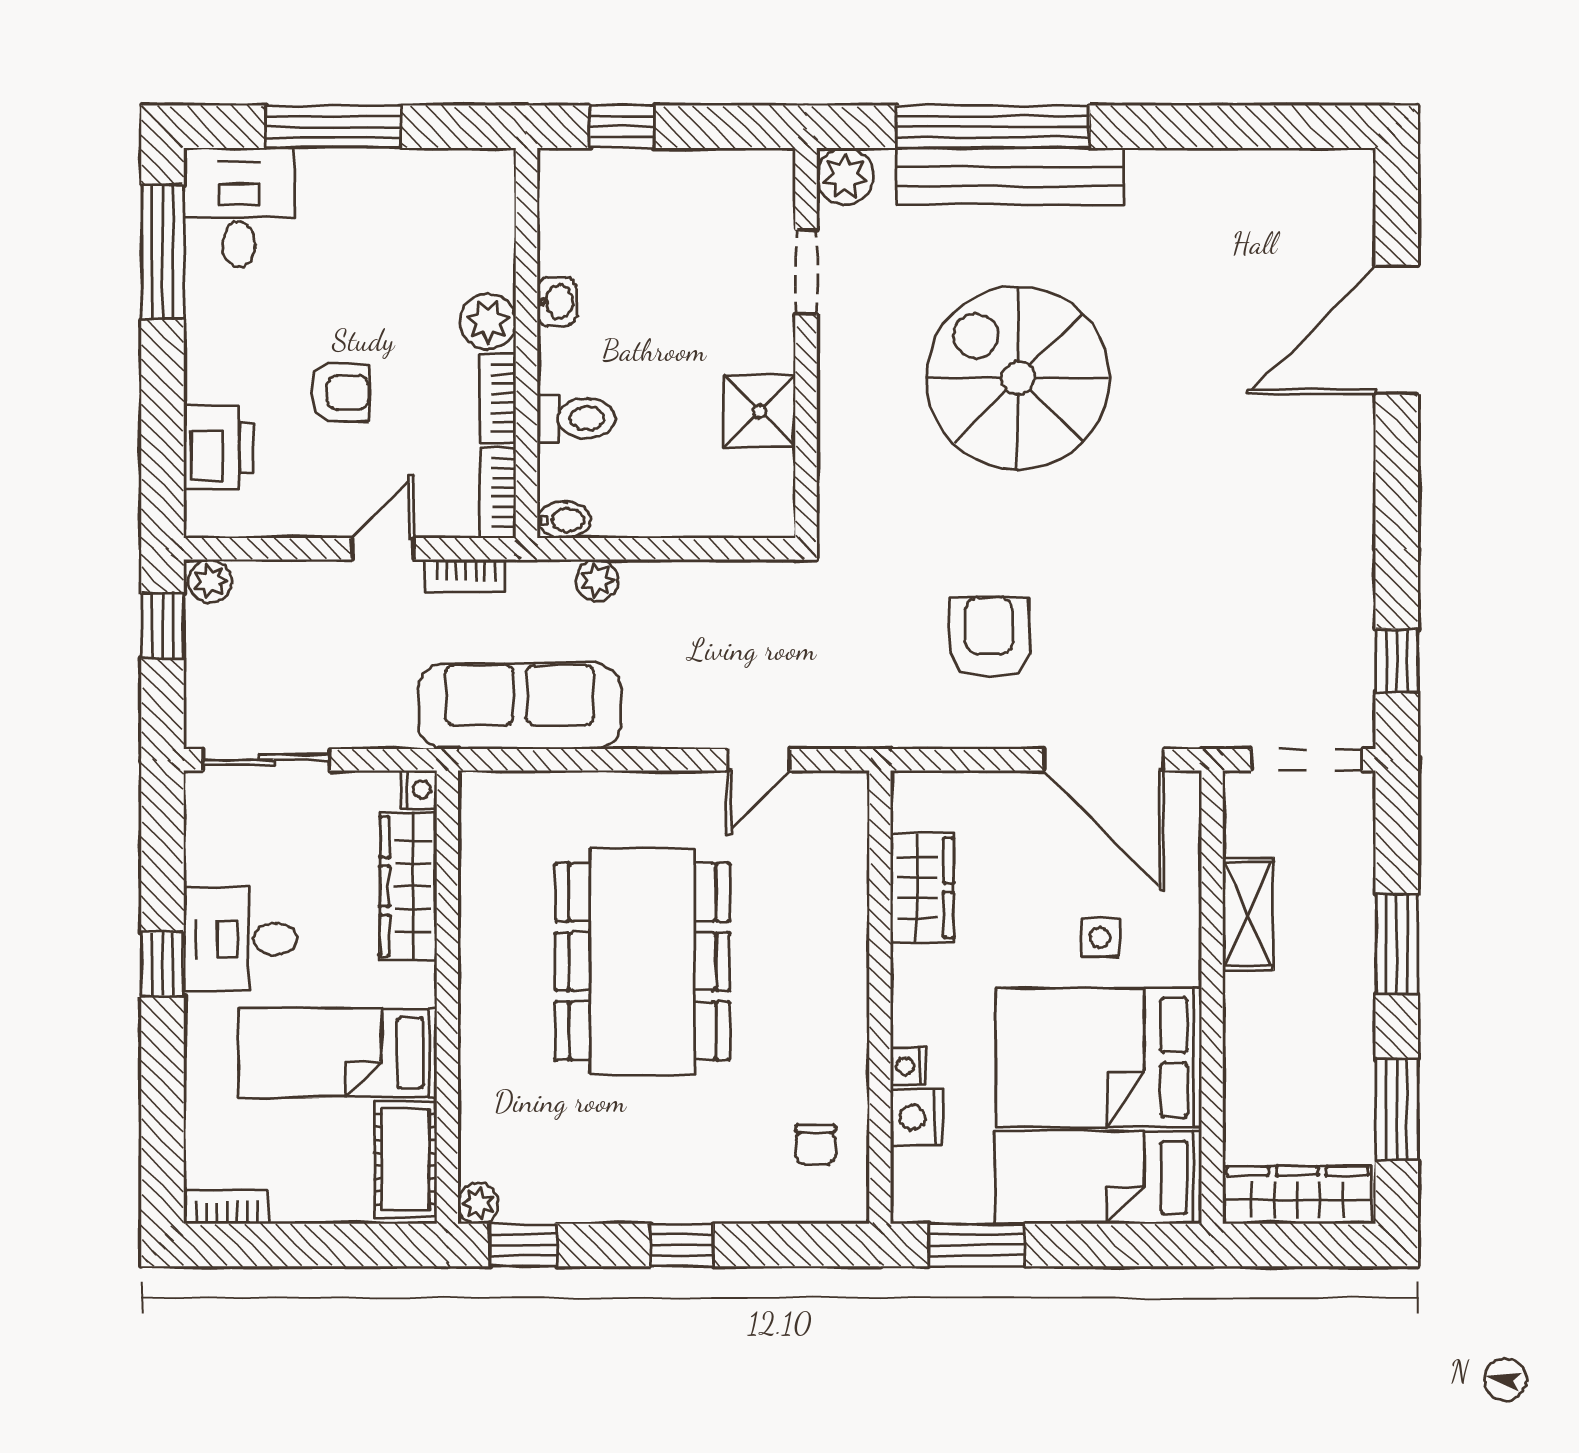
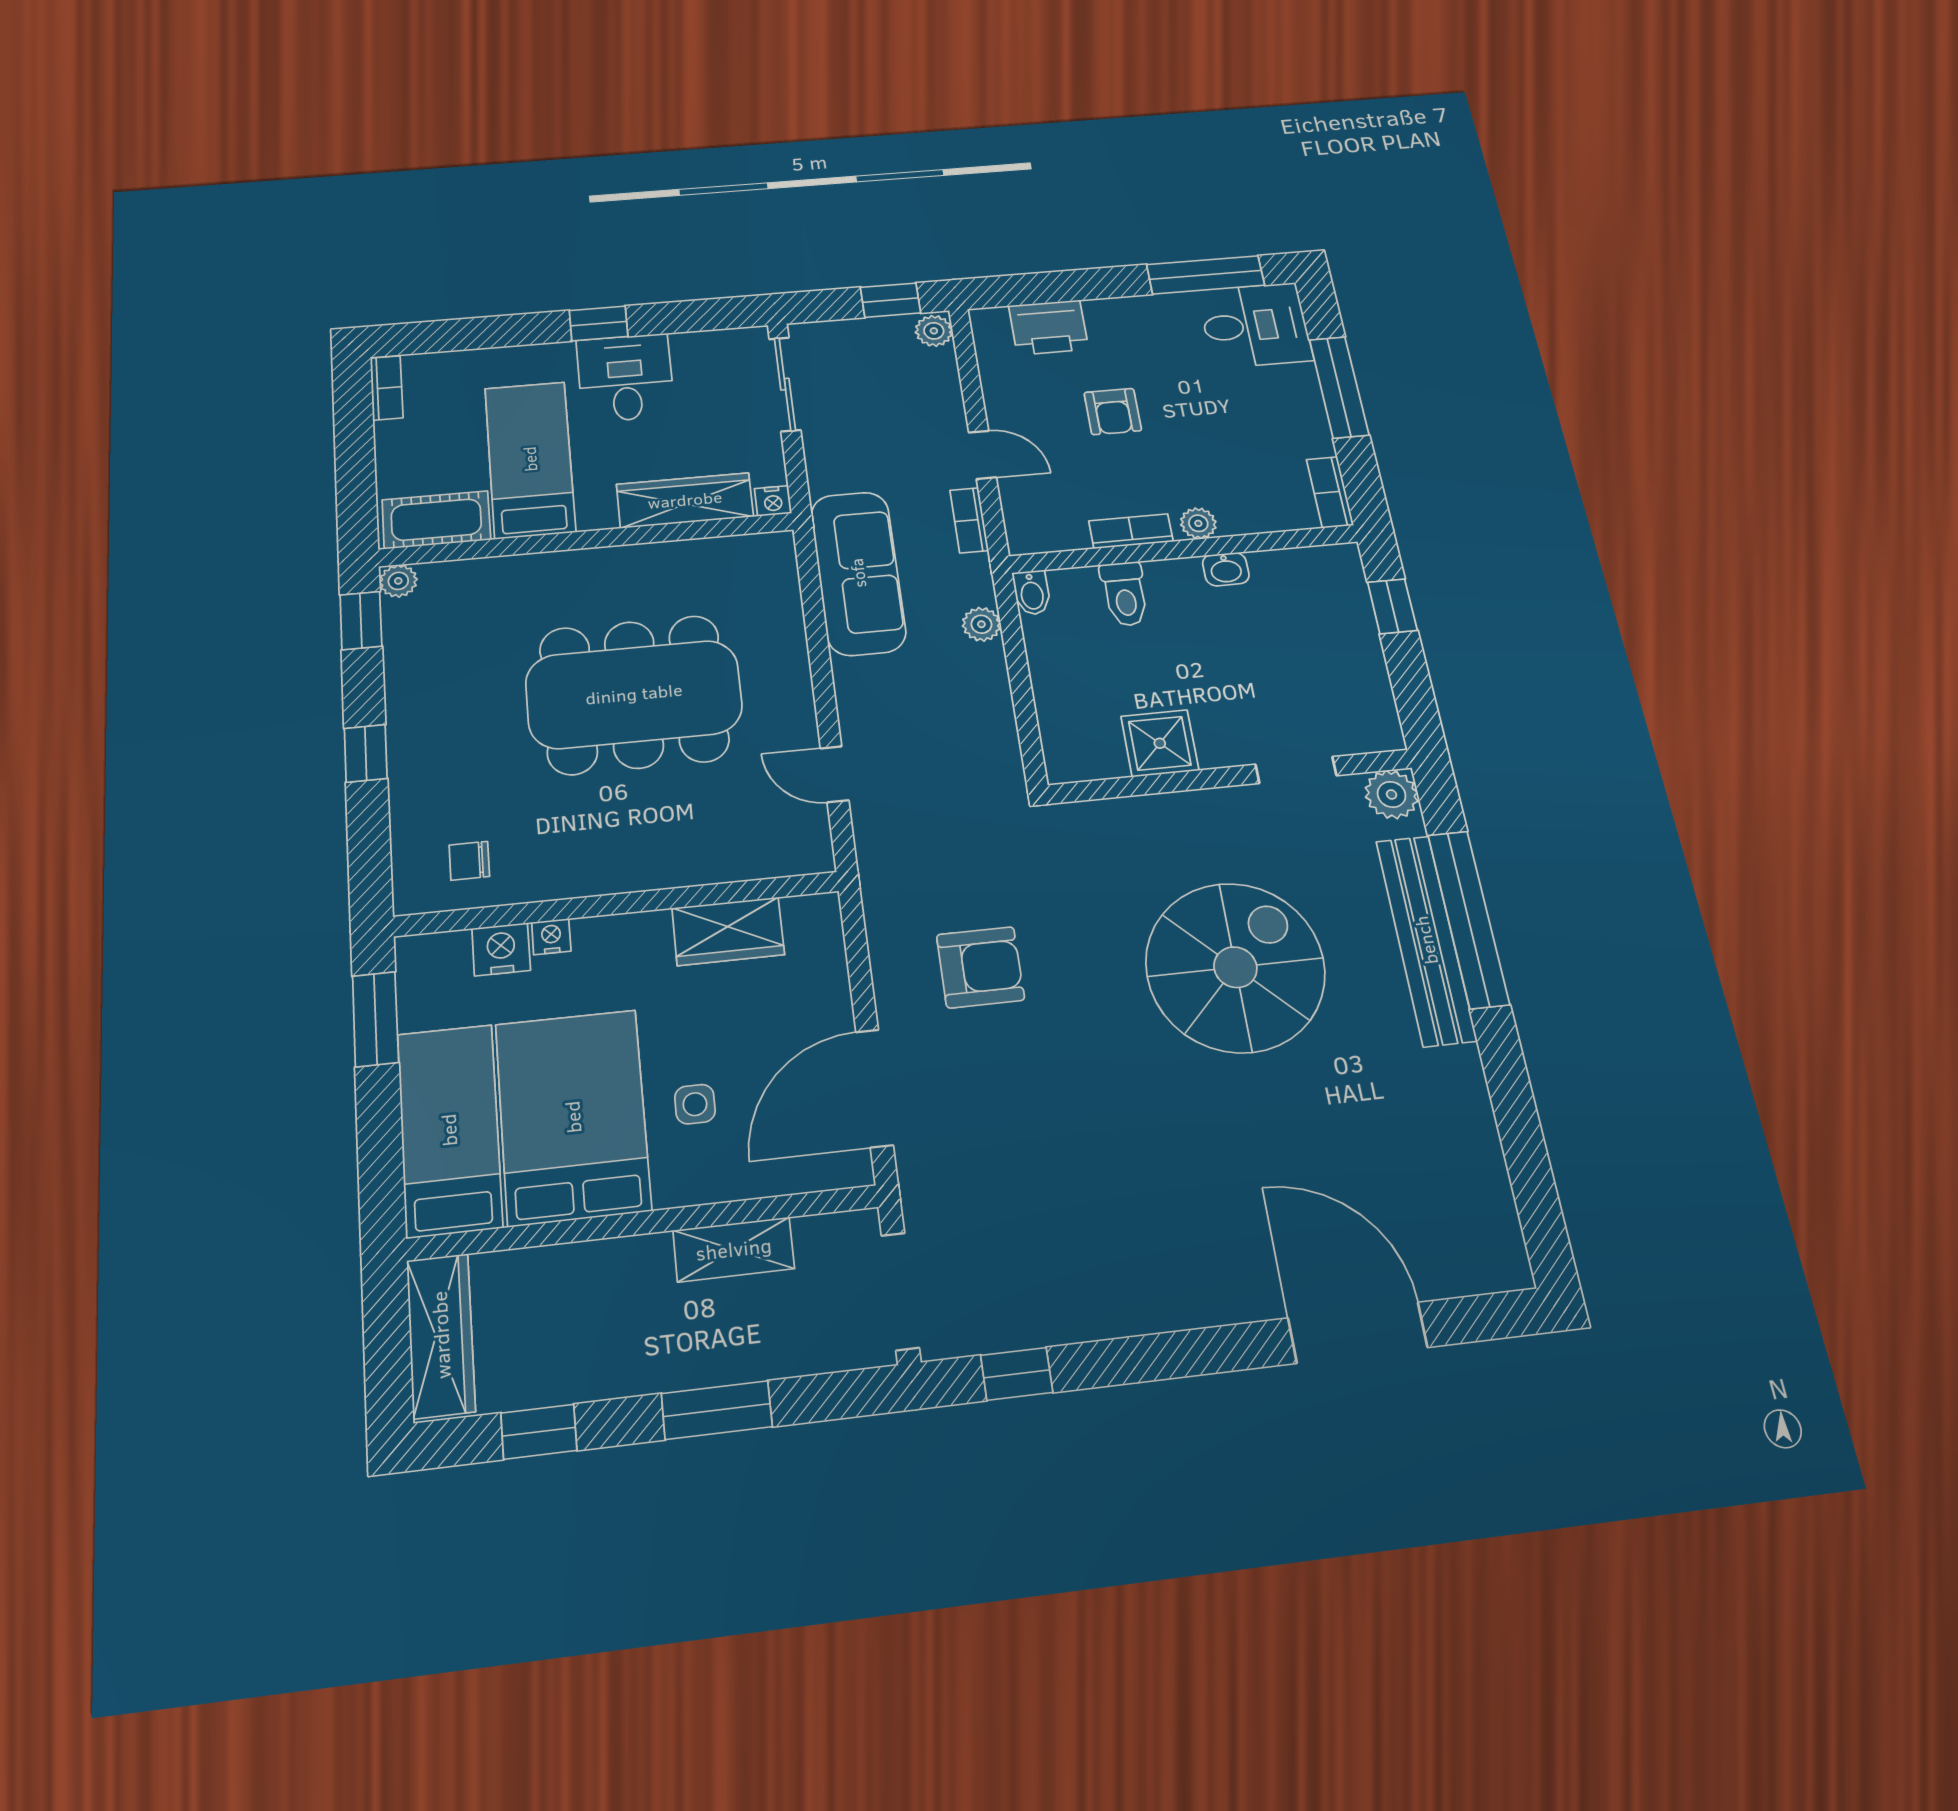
plant: (488, 321) -> (1198, 523), width x0.73, depth x0.73
bookcase: (498, 492) -> (1330, 492), moved, turned -90
window: (1397, 1109) -> (539, 1432), width x0.67

